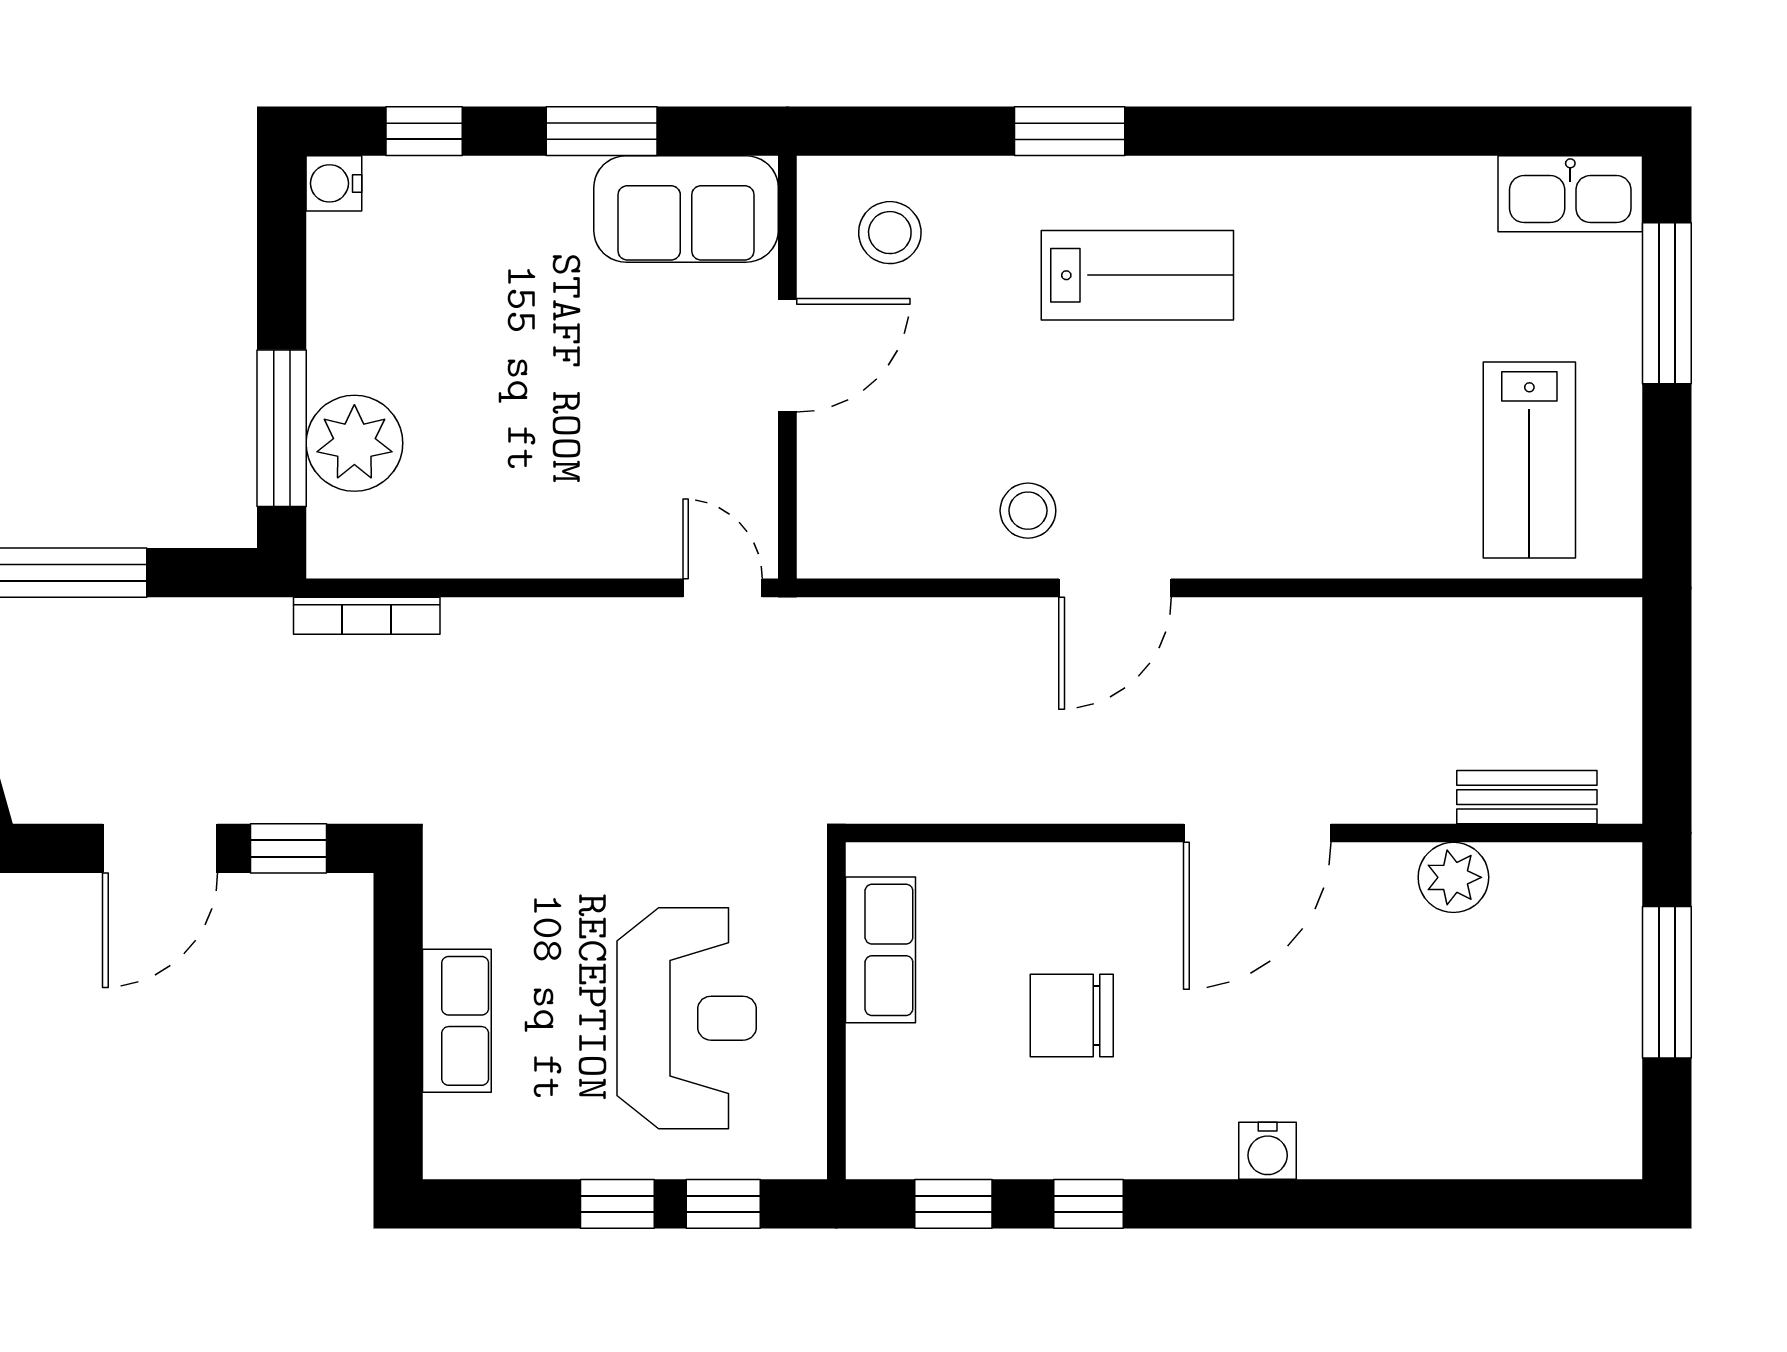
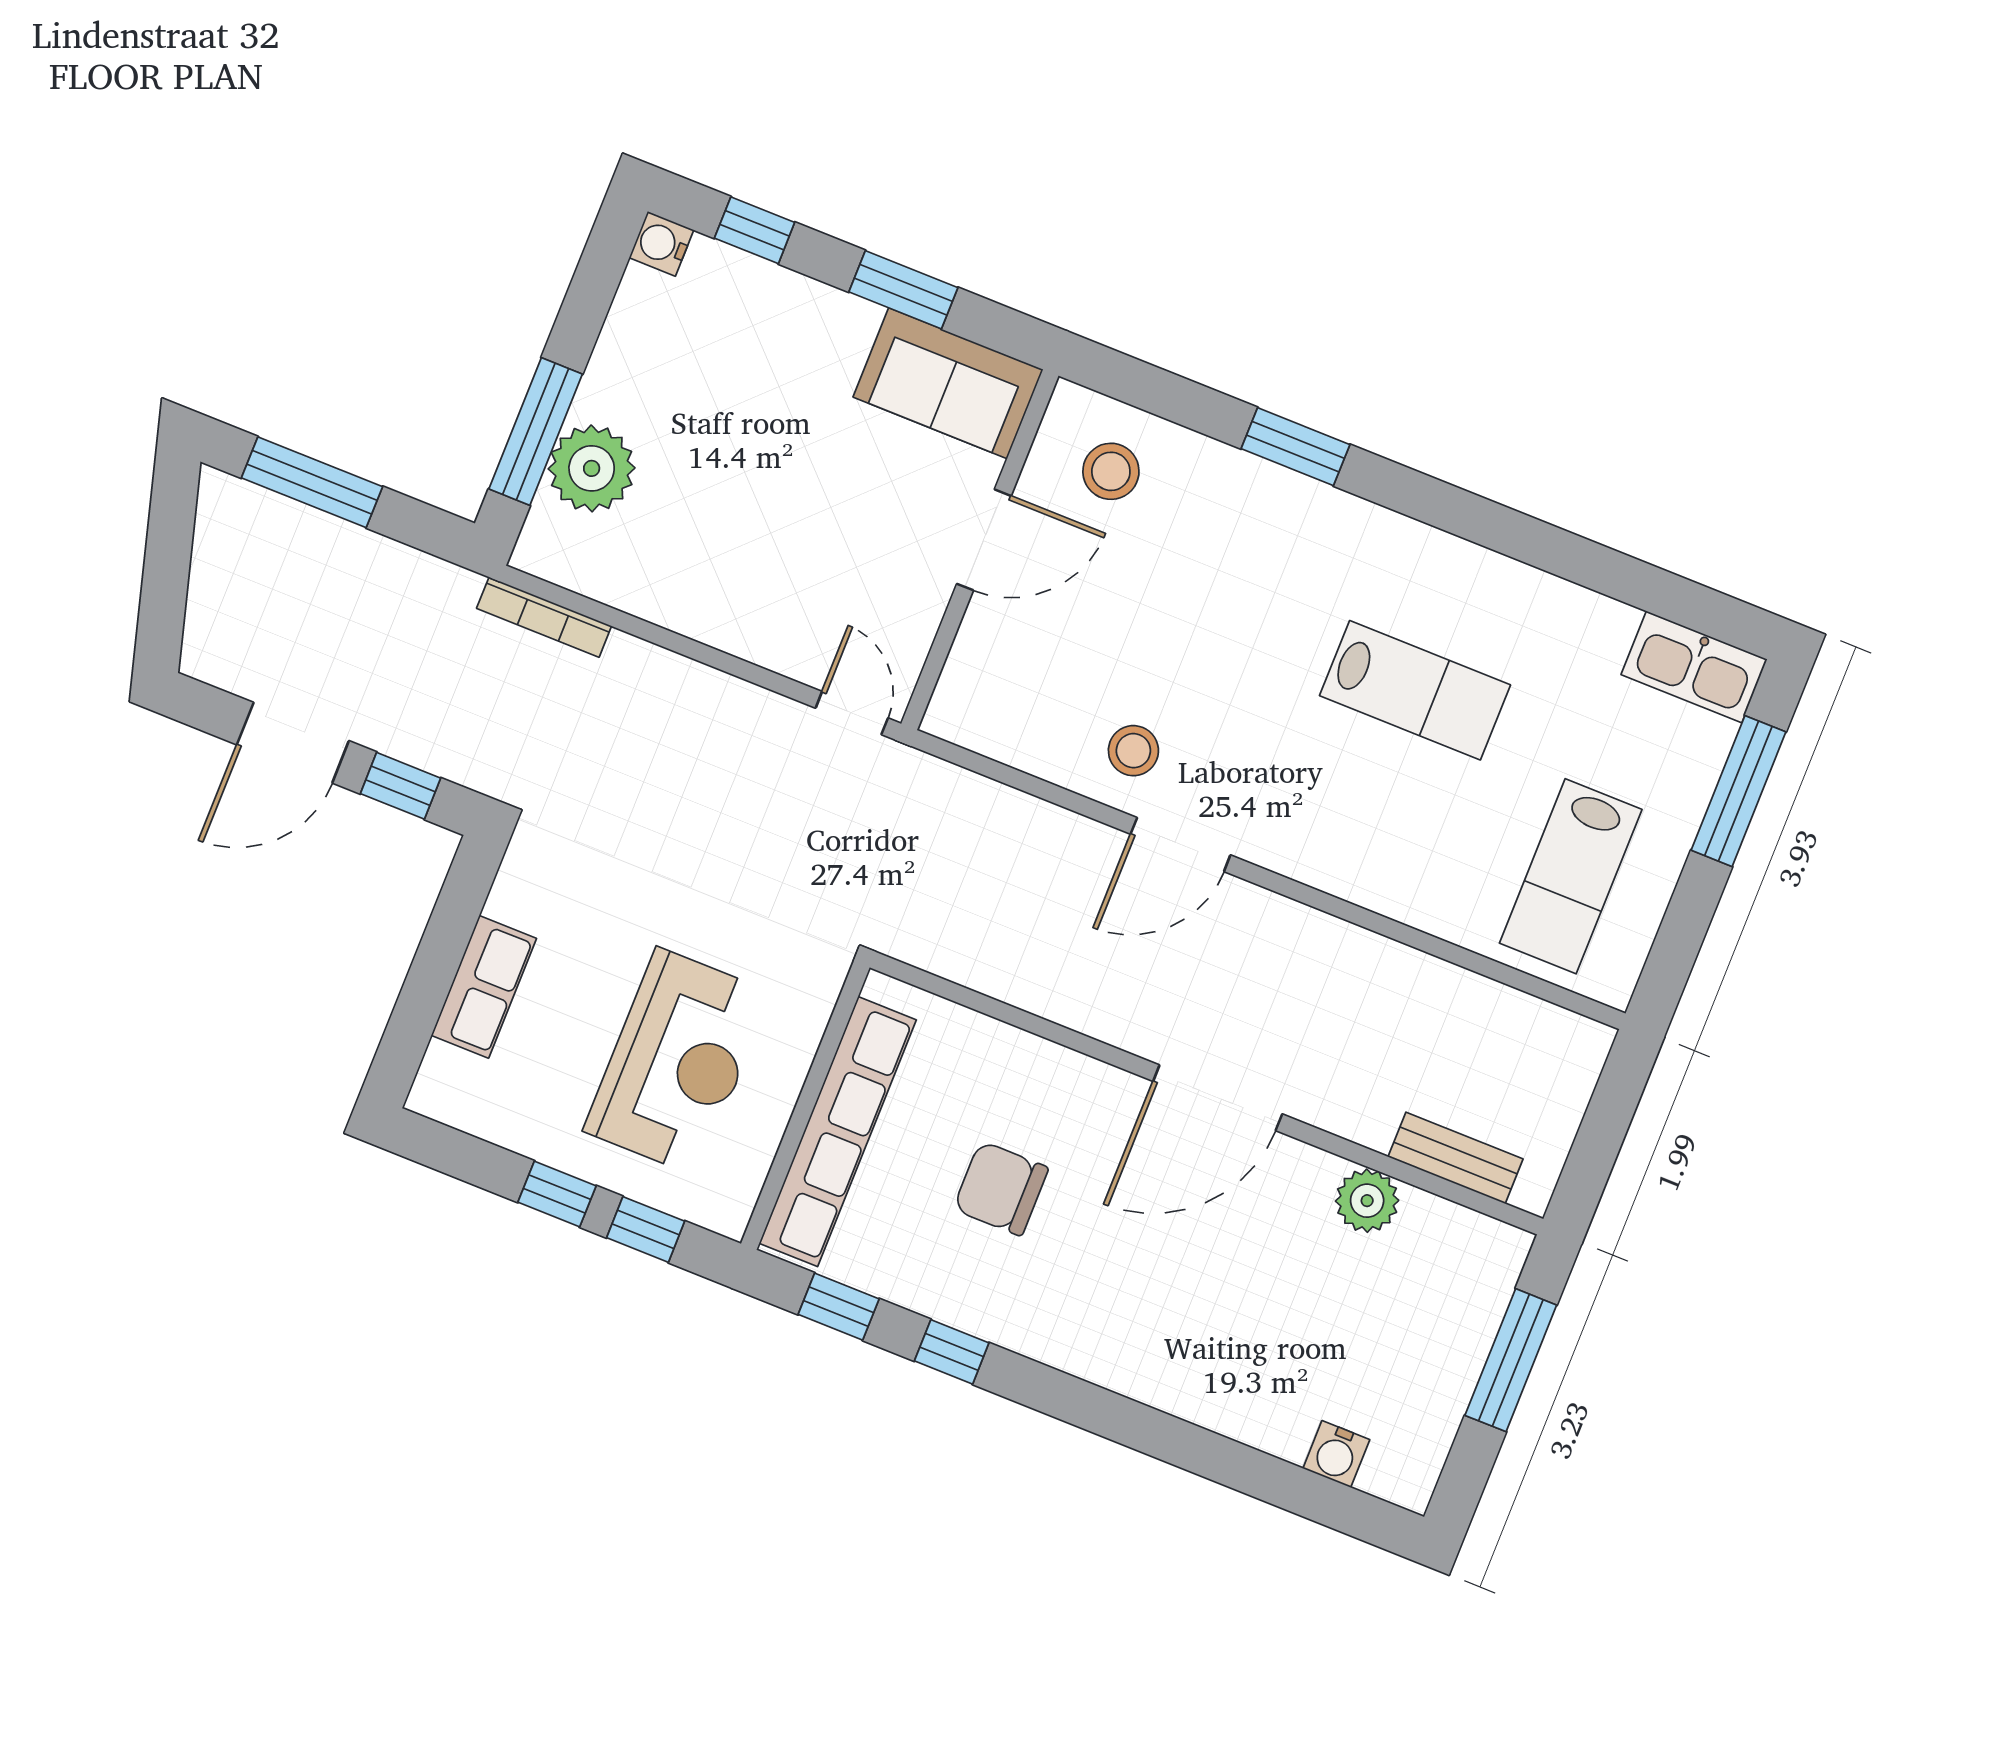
lab bench: (1137, 275) -> (1415, 690), moved
row of seats: (881, 950) -> (838, 1132), width x2.02
water cooler: (1268, 1151) -> (1336, 1454), moved

